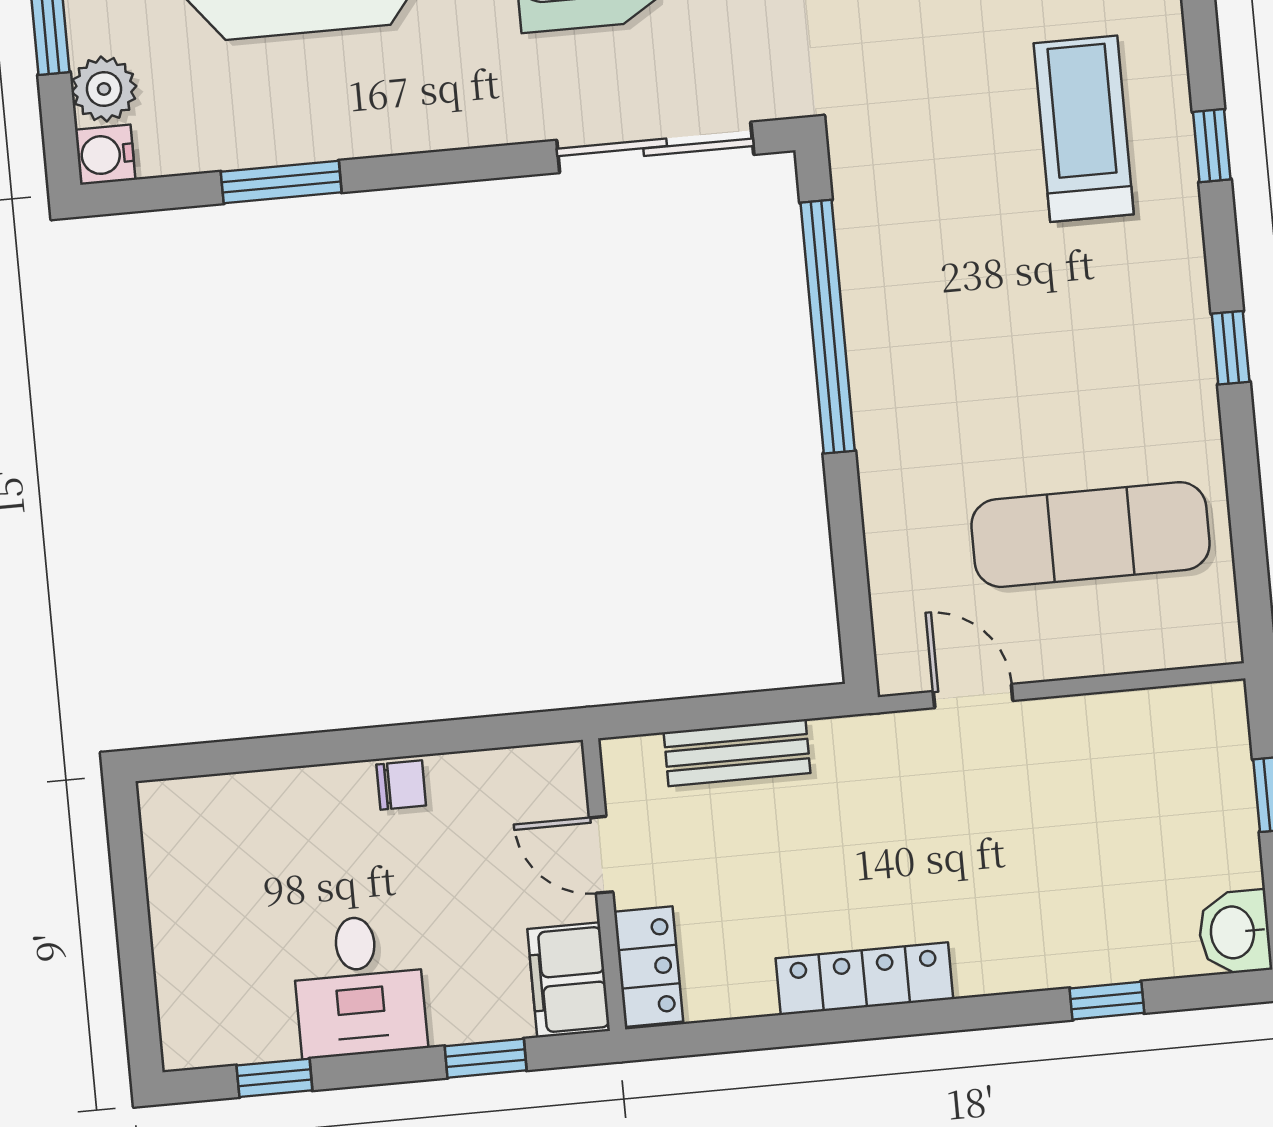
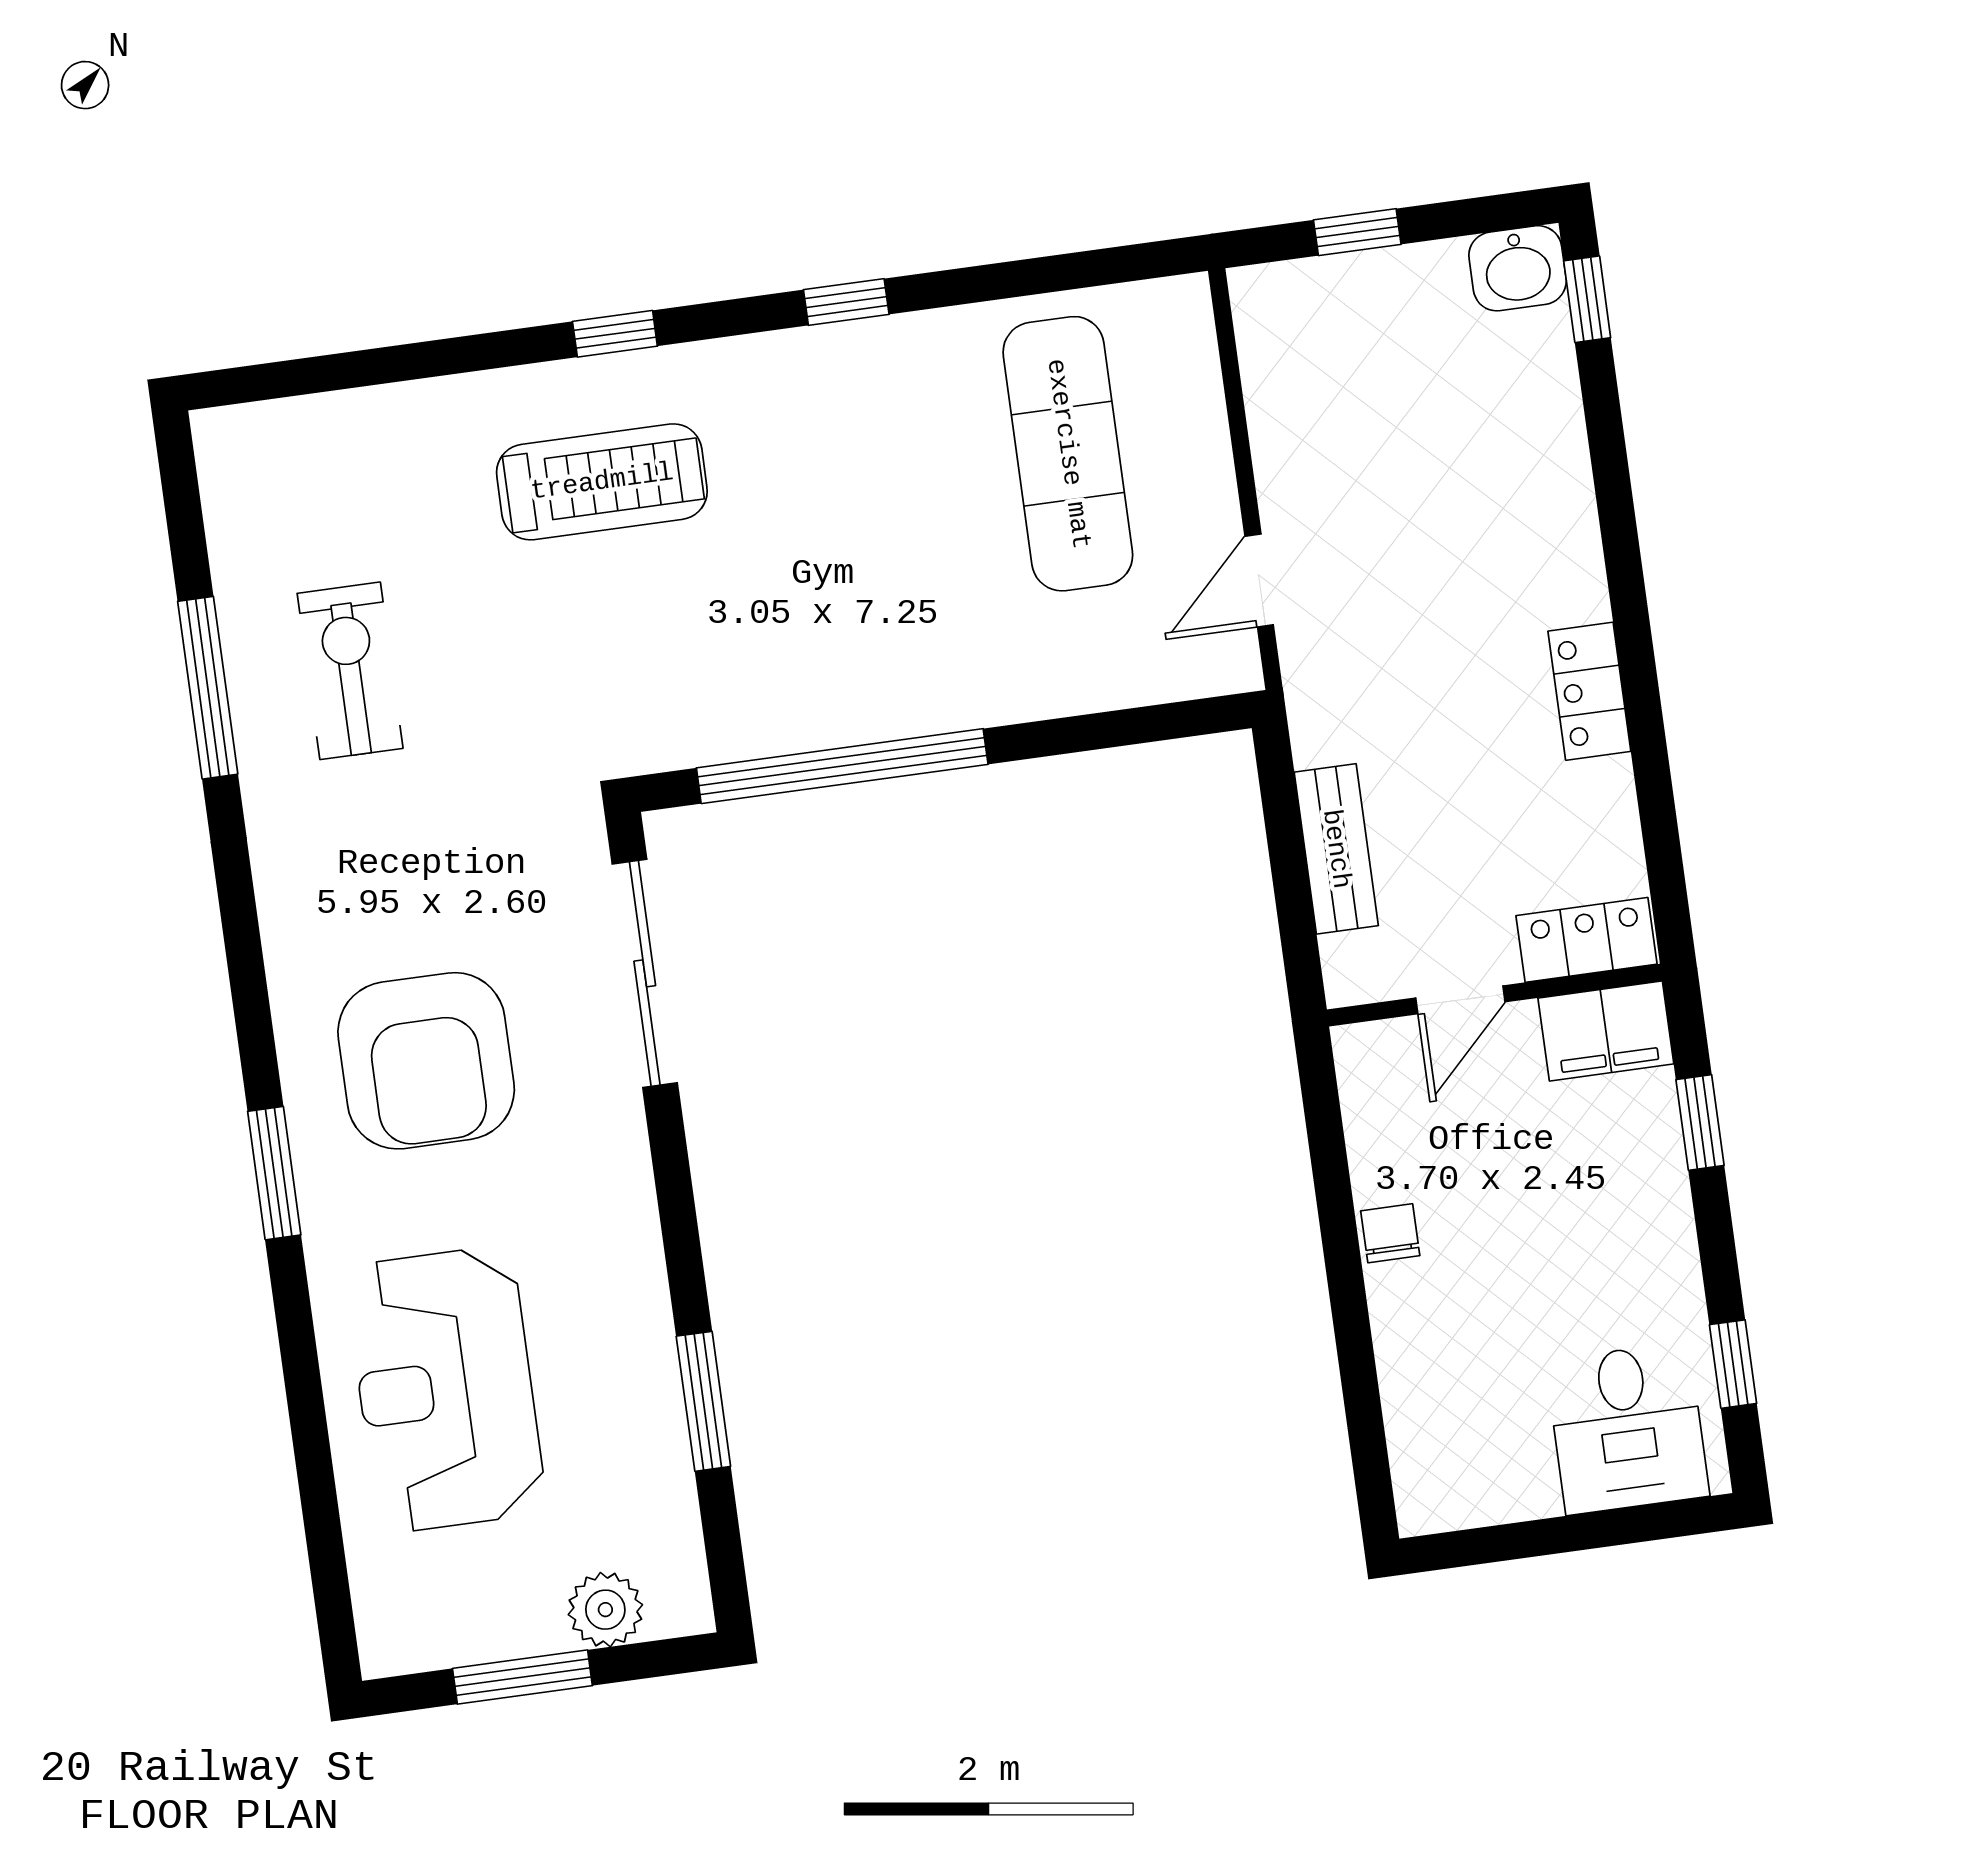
treadmill: (1084, 129) -> (602, 482), turned 180
water cooler: (105, 155) -> (681, 1605), removed
locker: (864, 979) -> (1589, 691), width x0.66
desk: (359, 986) -> (1627, 1428), moved, turned 90
window: (1107, 1001) -> (1587, 299), moved

